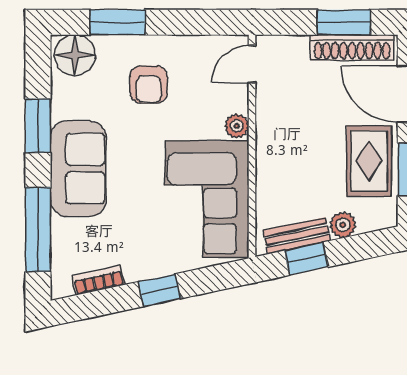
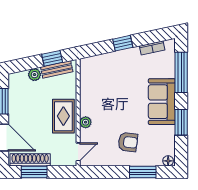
floor lamp: (75, 55) -> (168, 161), width x0.53, depth x0.53
armchair: (149, 85) -> (128, 142), turned 97
rug: (369, 161) -> (63, 116), moved
corner sofa: (207, 199) -> (100, 87), removed

